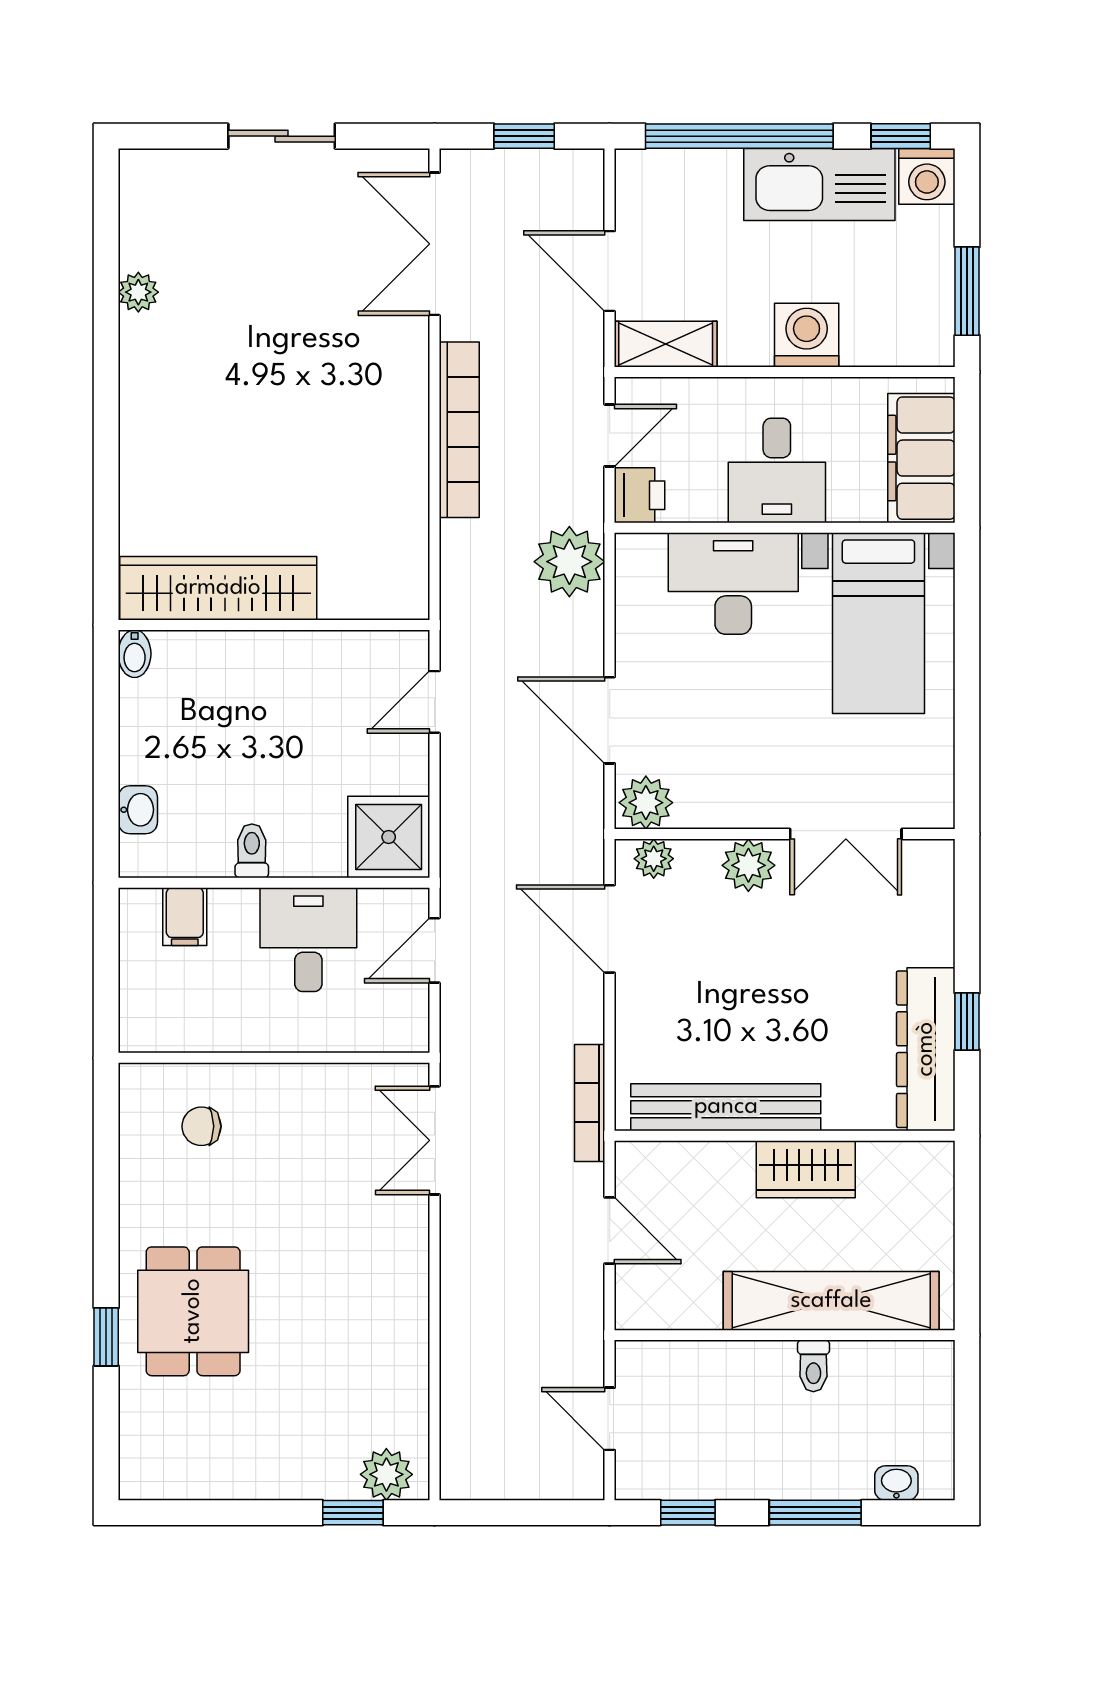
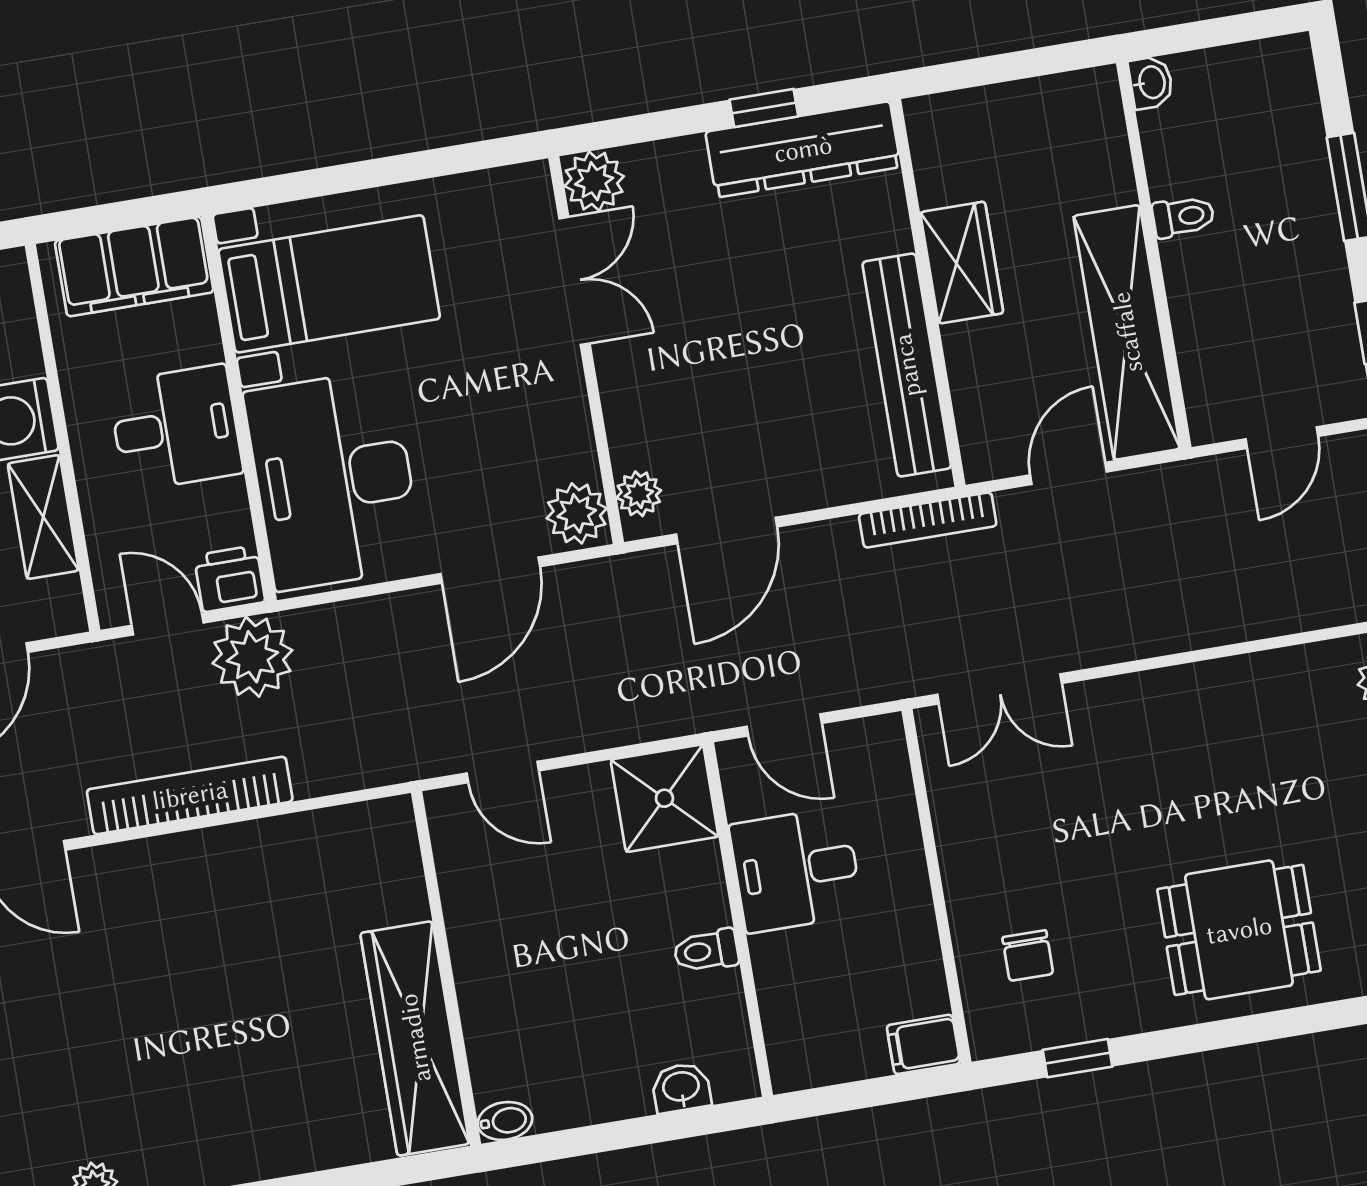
shelving: (666, 344) -> (43, 517), moved
plant: (569, 562) -> (252, 657), moved
desk: (733, 584) -> (334, 480), width x1.36, depth x1.30
plant: (748, 865) -> (594, 181), moved
filing cabinet: (185, 917) -> (923, 1044), moved, turned 180
shelving: (831, 1301) -> (1127, 332), moved
window: (106, 1337) -> (1078, 1058), moved
washbasin: (896, 1483) -> (1151, 82), moved, turned 180

